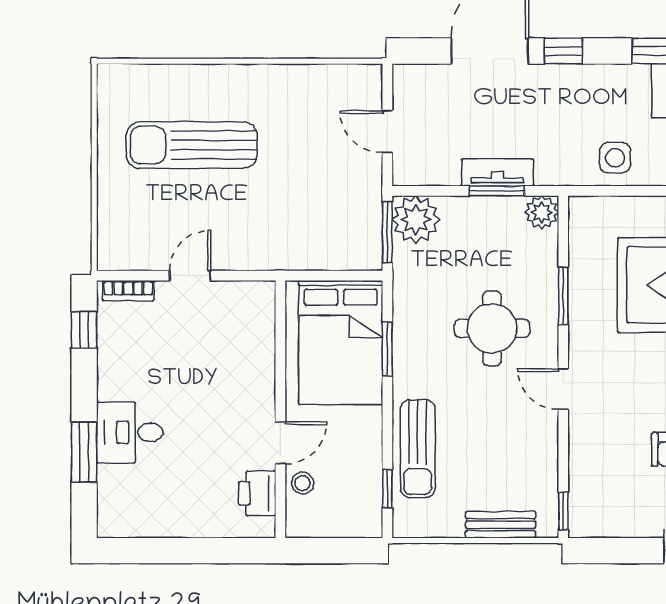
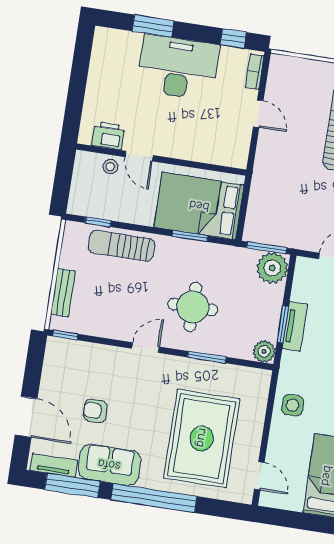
desk: (130, 432) -> (178, 67), width x1.87, depth x1.30

